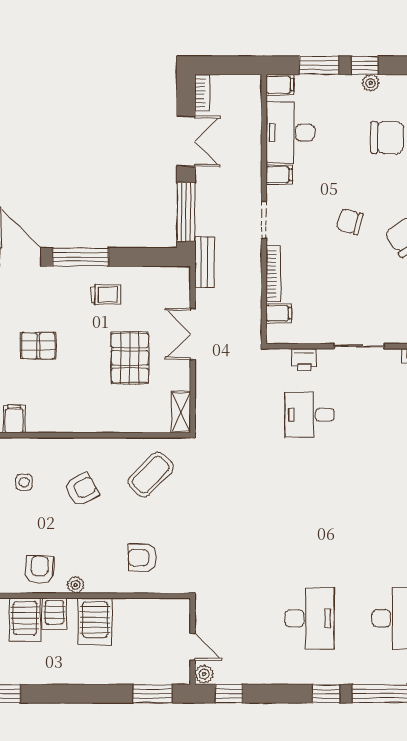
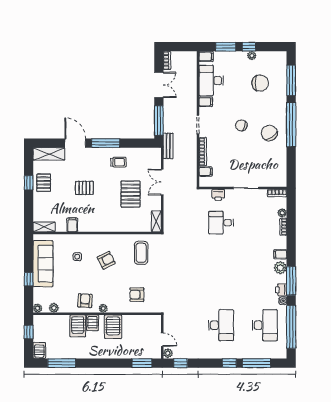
coffee table: (151, 475) -> (141, 253), turned -45

